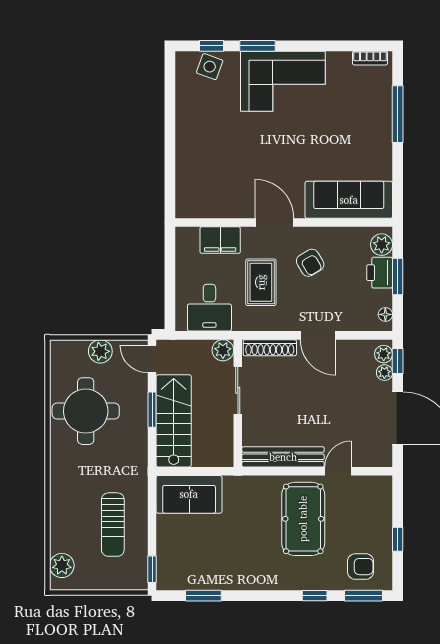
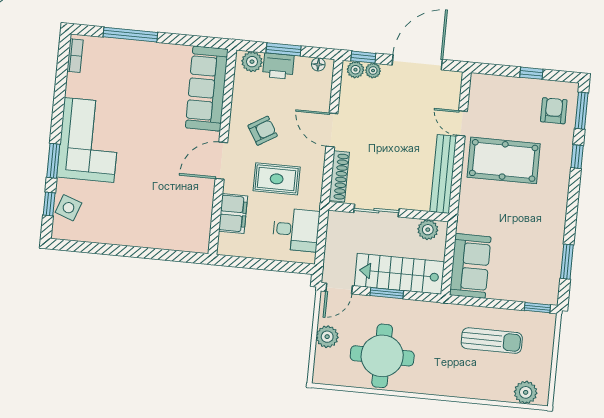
door: (318, 335) -> (332, 130), swing flipped
plant: (223, 350) -> (428, 230), moved

